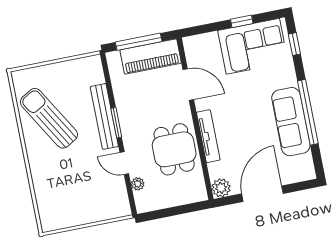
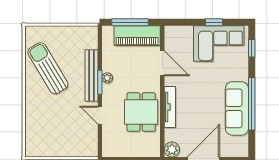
plant: (138, 184) -> (107, 78), moved

